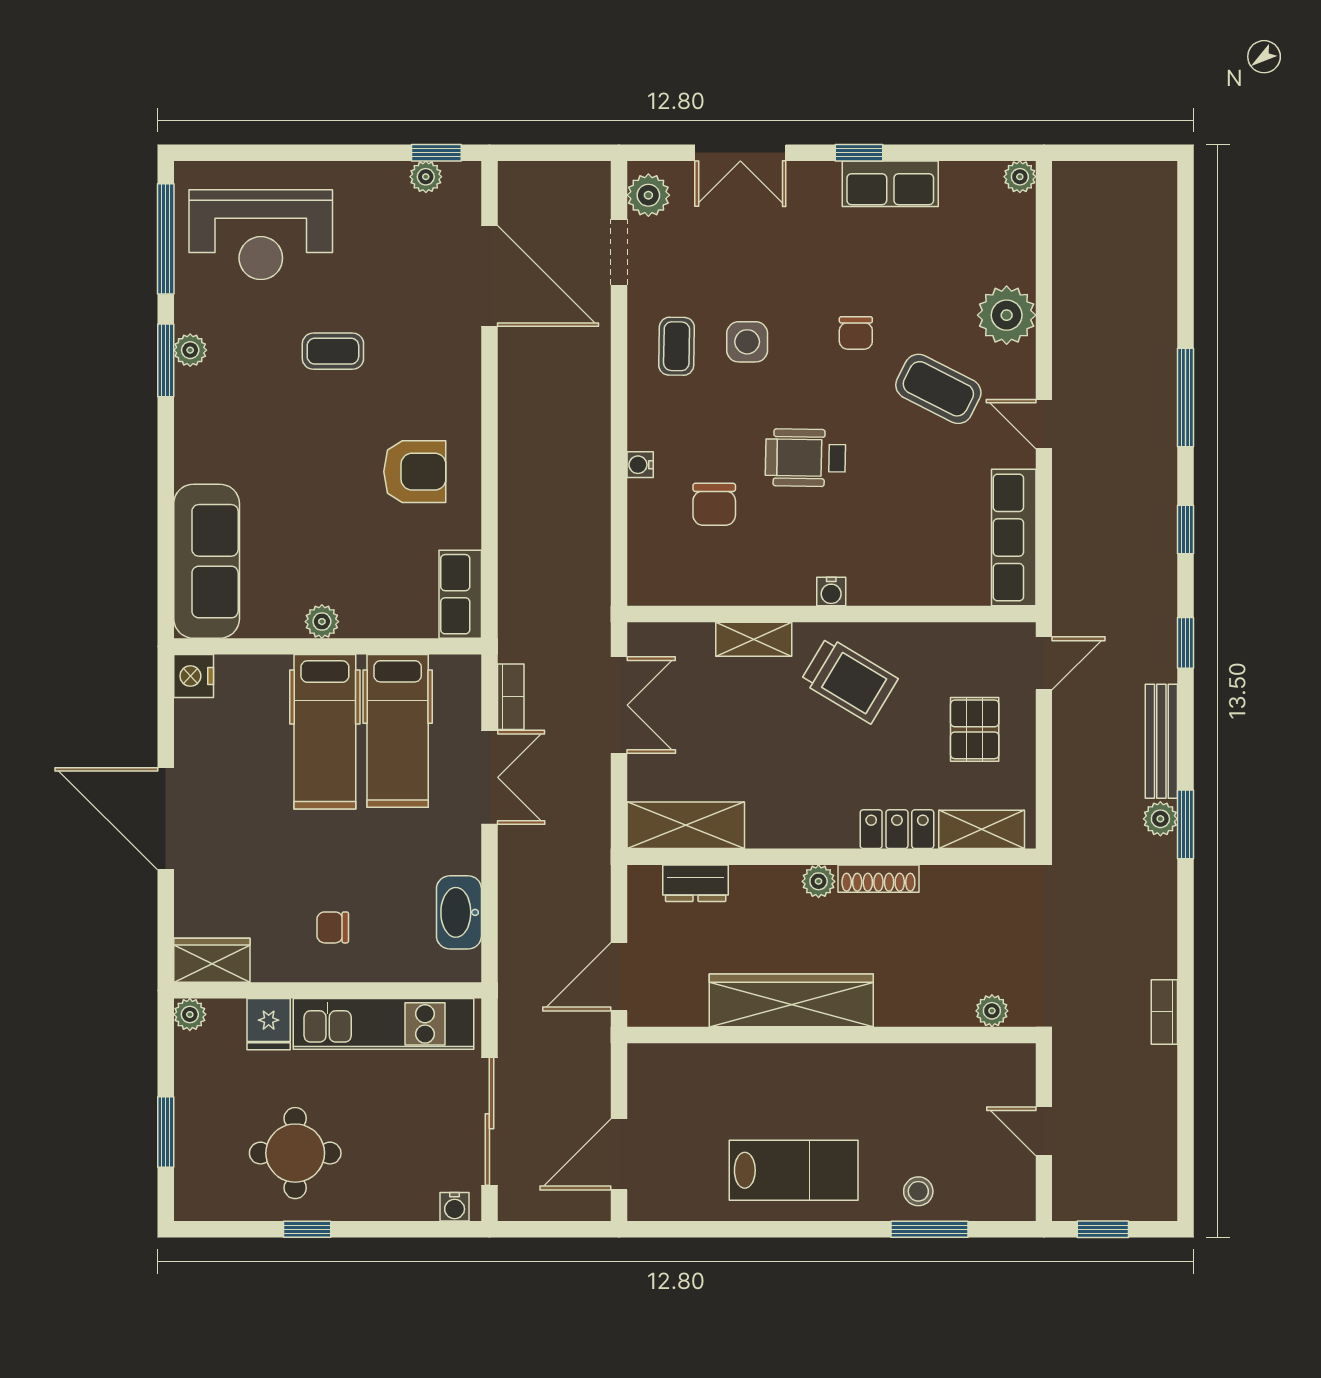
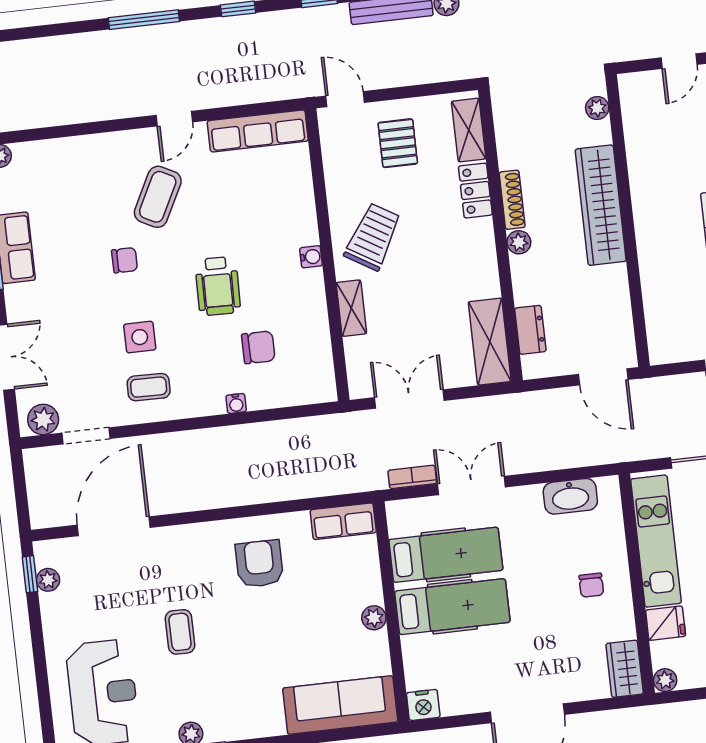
plant: (1007, 315) -> (100, 154), removed
pallet: (975, 729) -> (398, 143), turned 90
wardrobe: (791, 1000) -> (601, 205), moved

